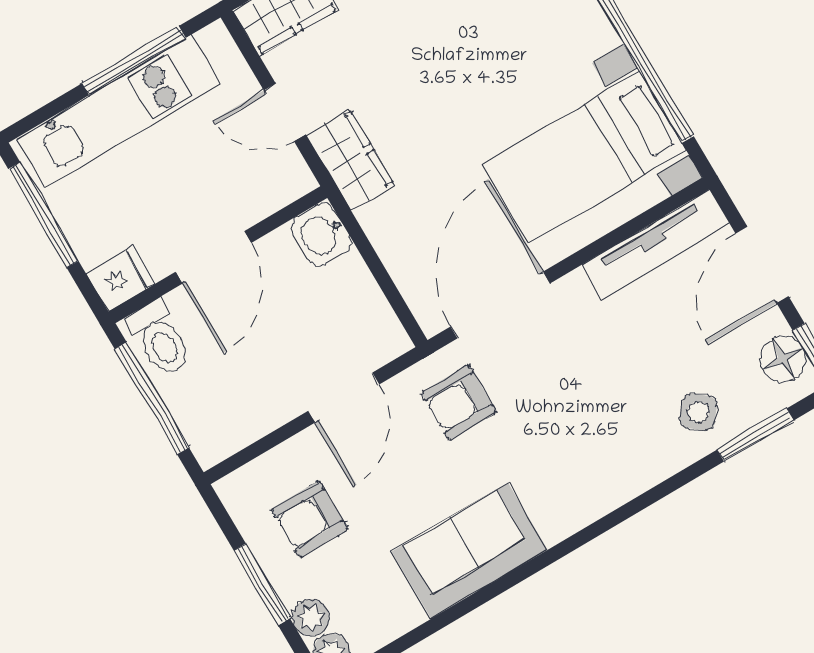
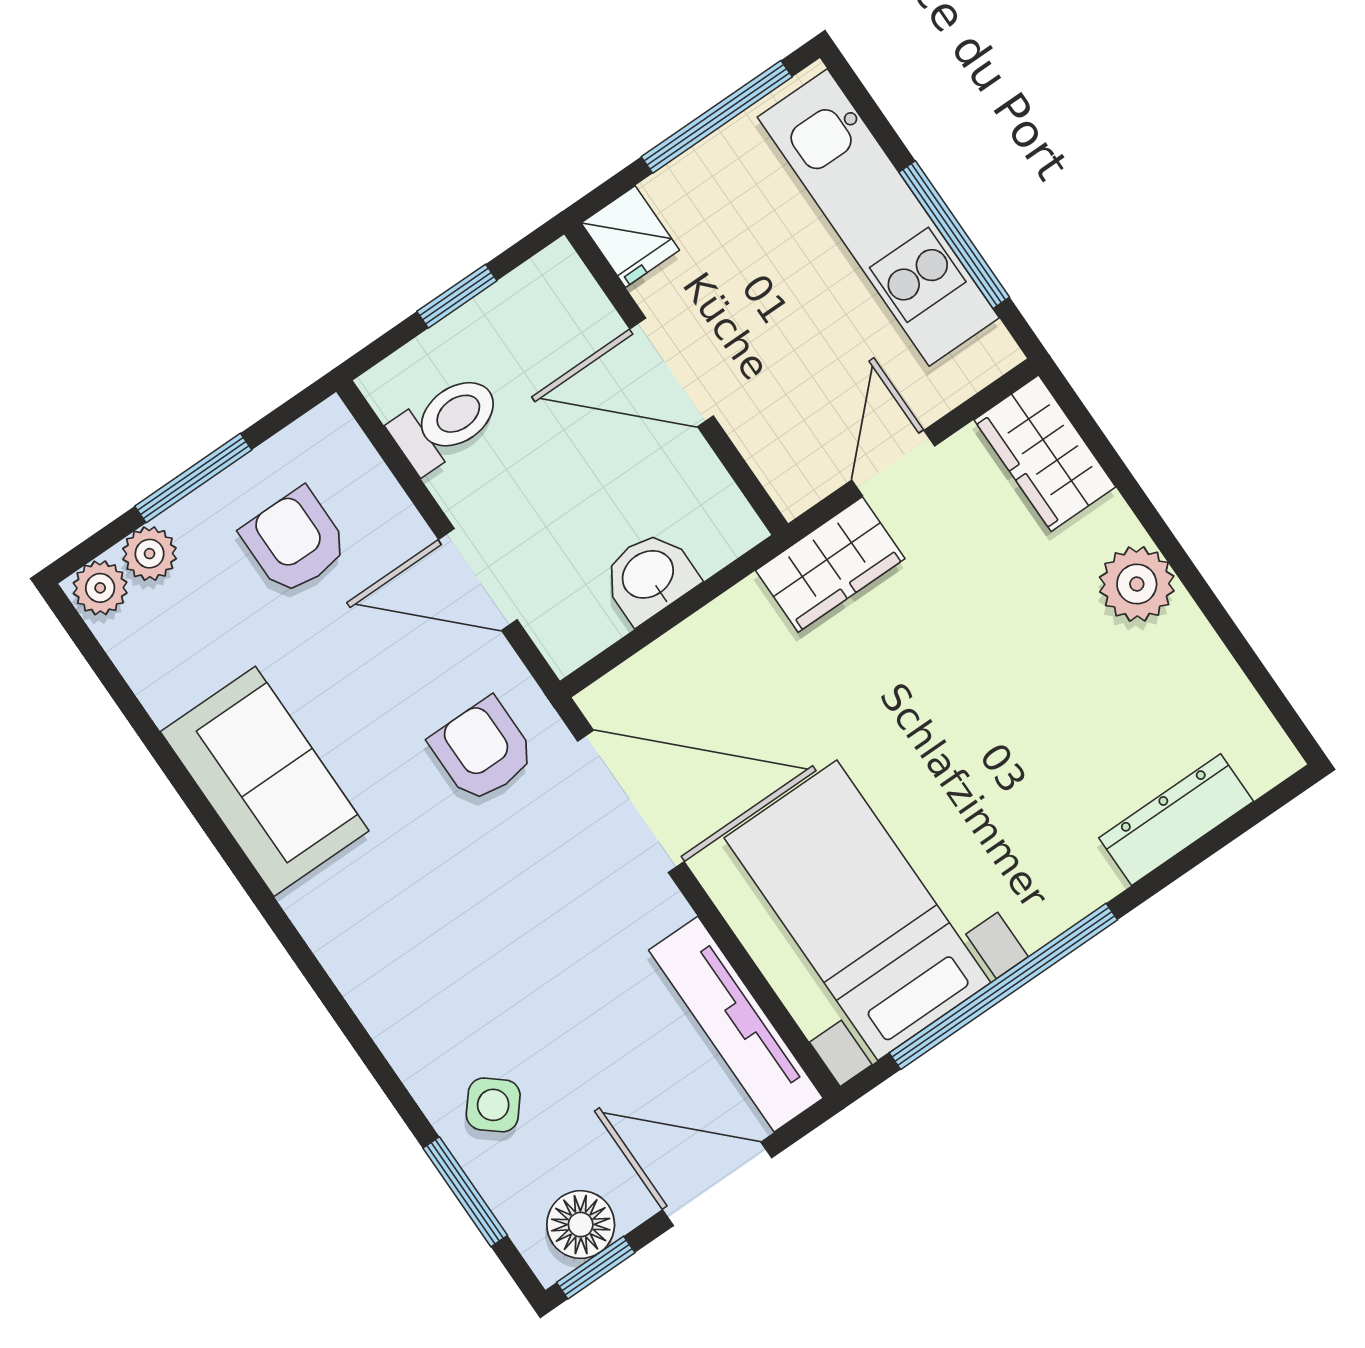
washbasin: (321, 234) -> (649, 576), moved
toilet: (159, 339) -> (446, 422), moved, turned 180
window: (152, 398) -> (457, 296), width x0.46

